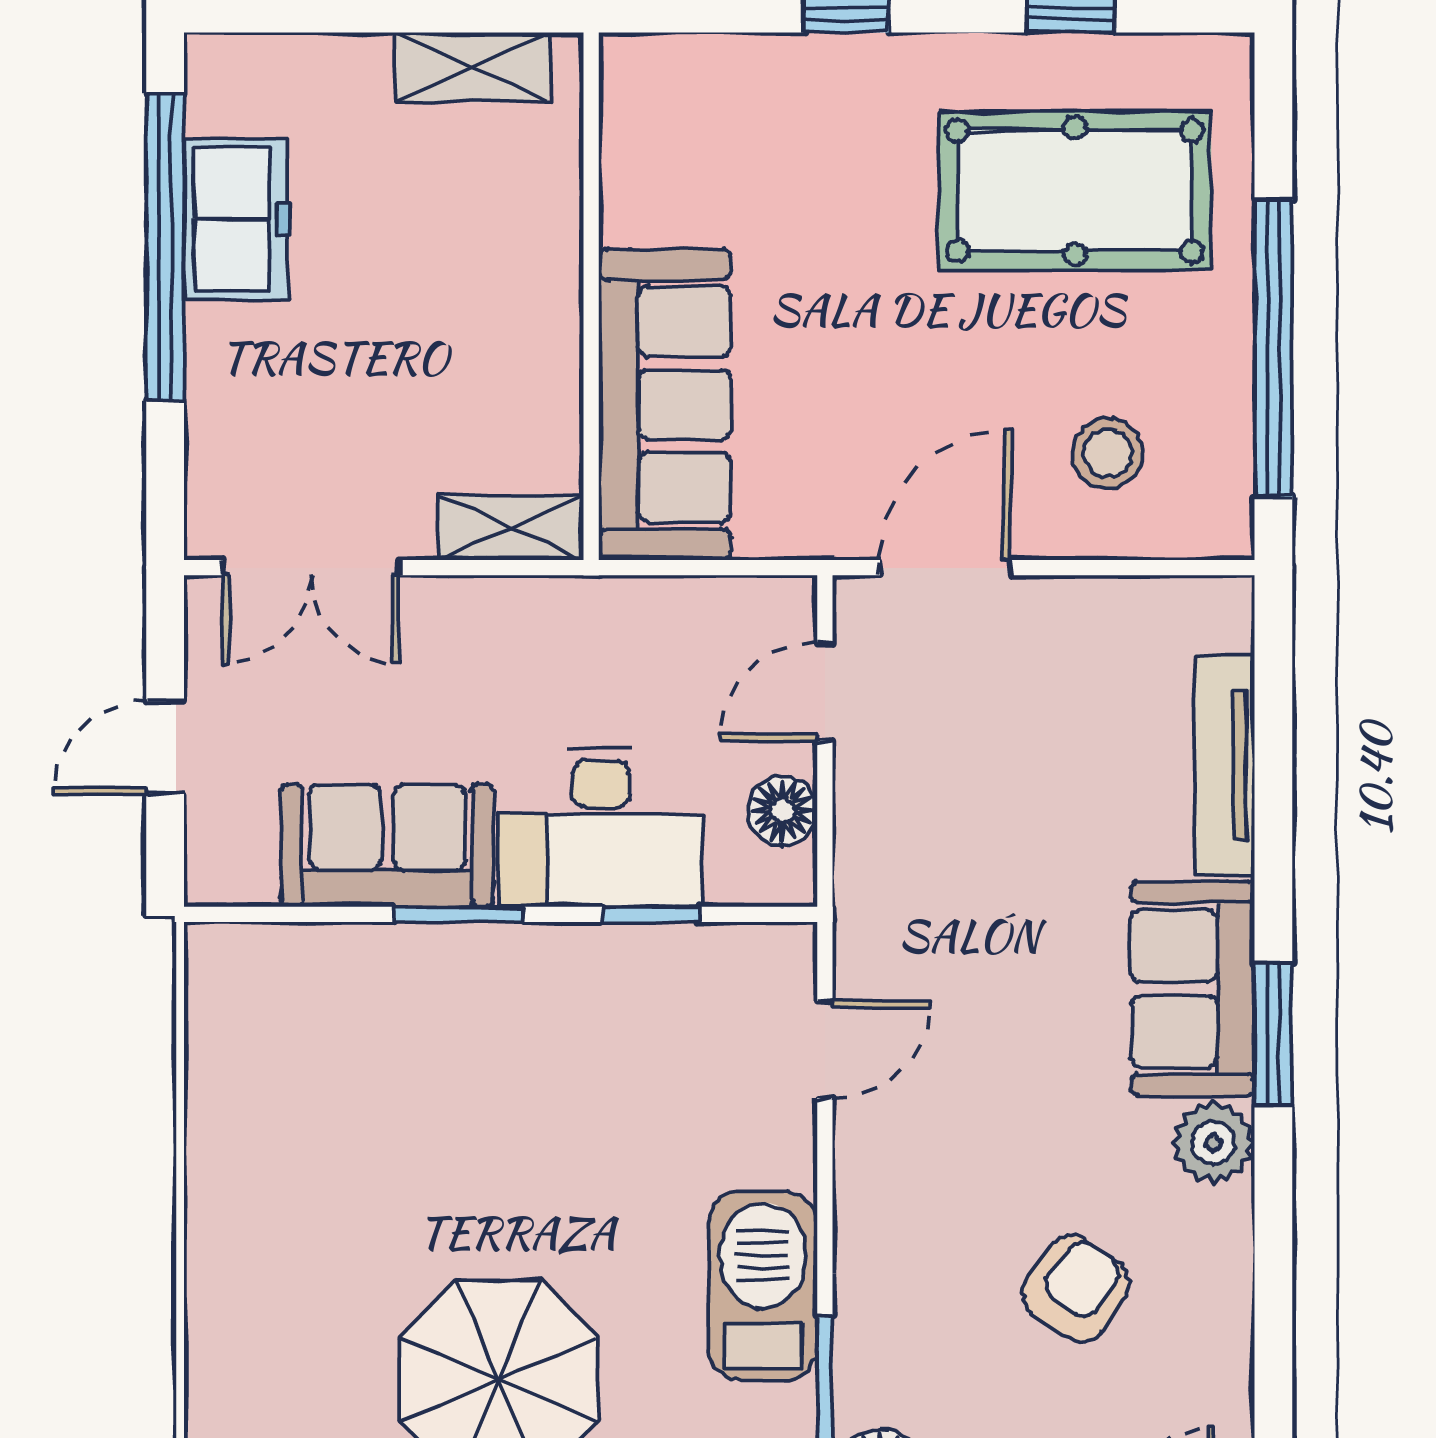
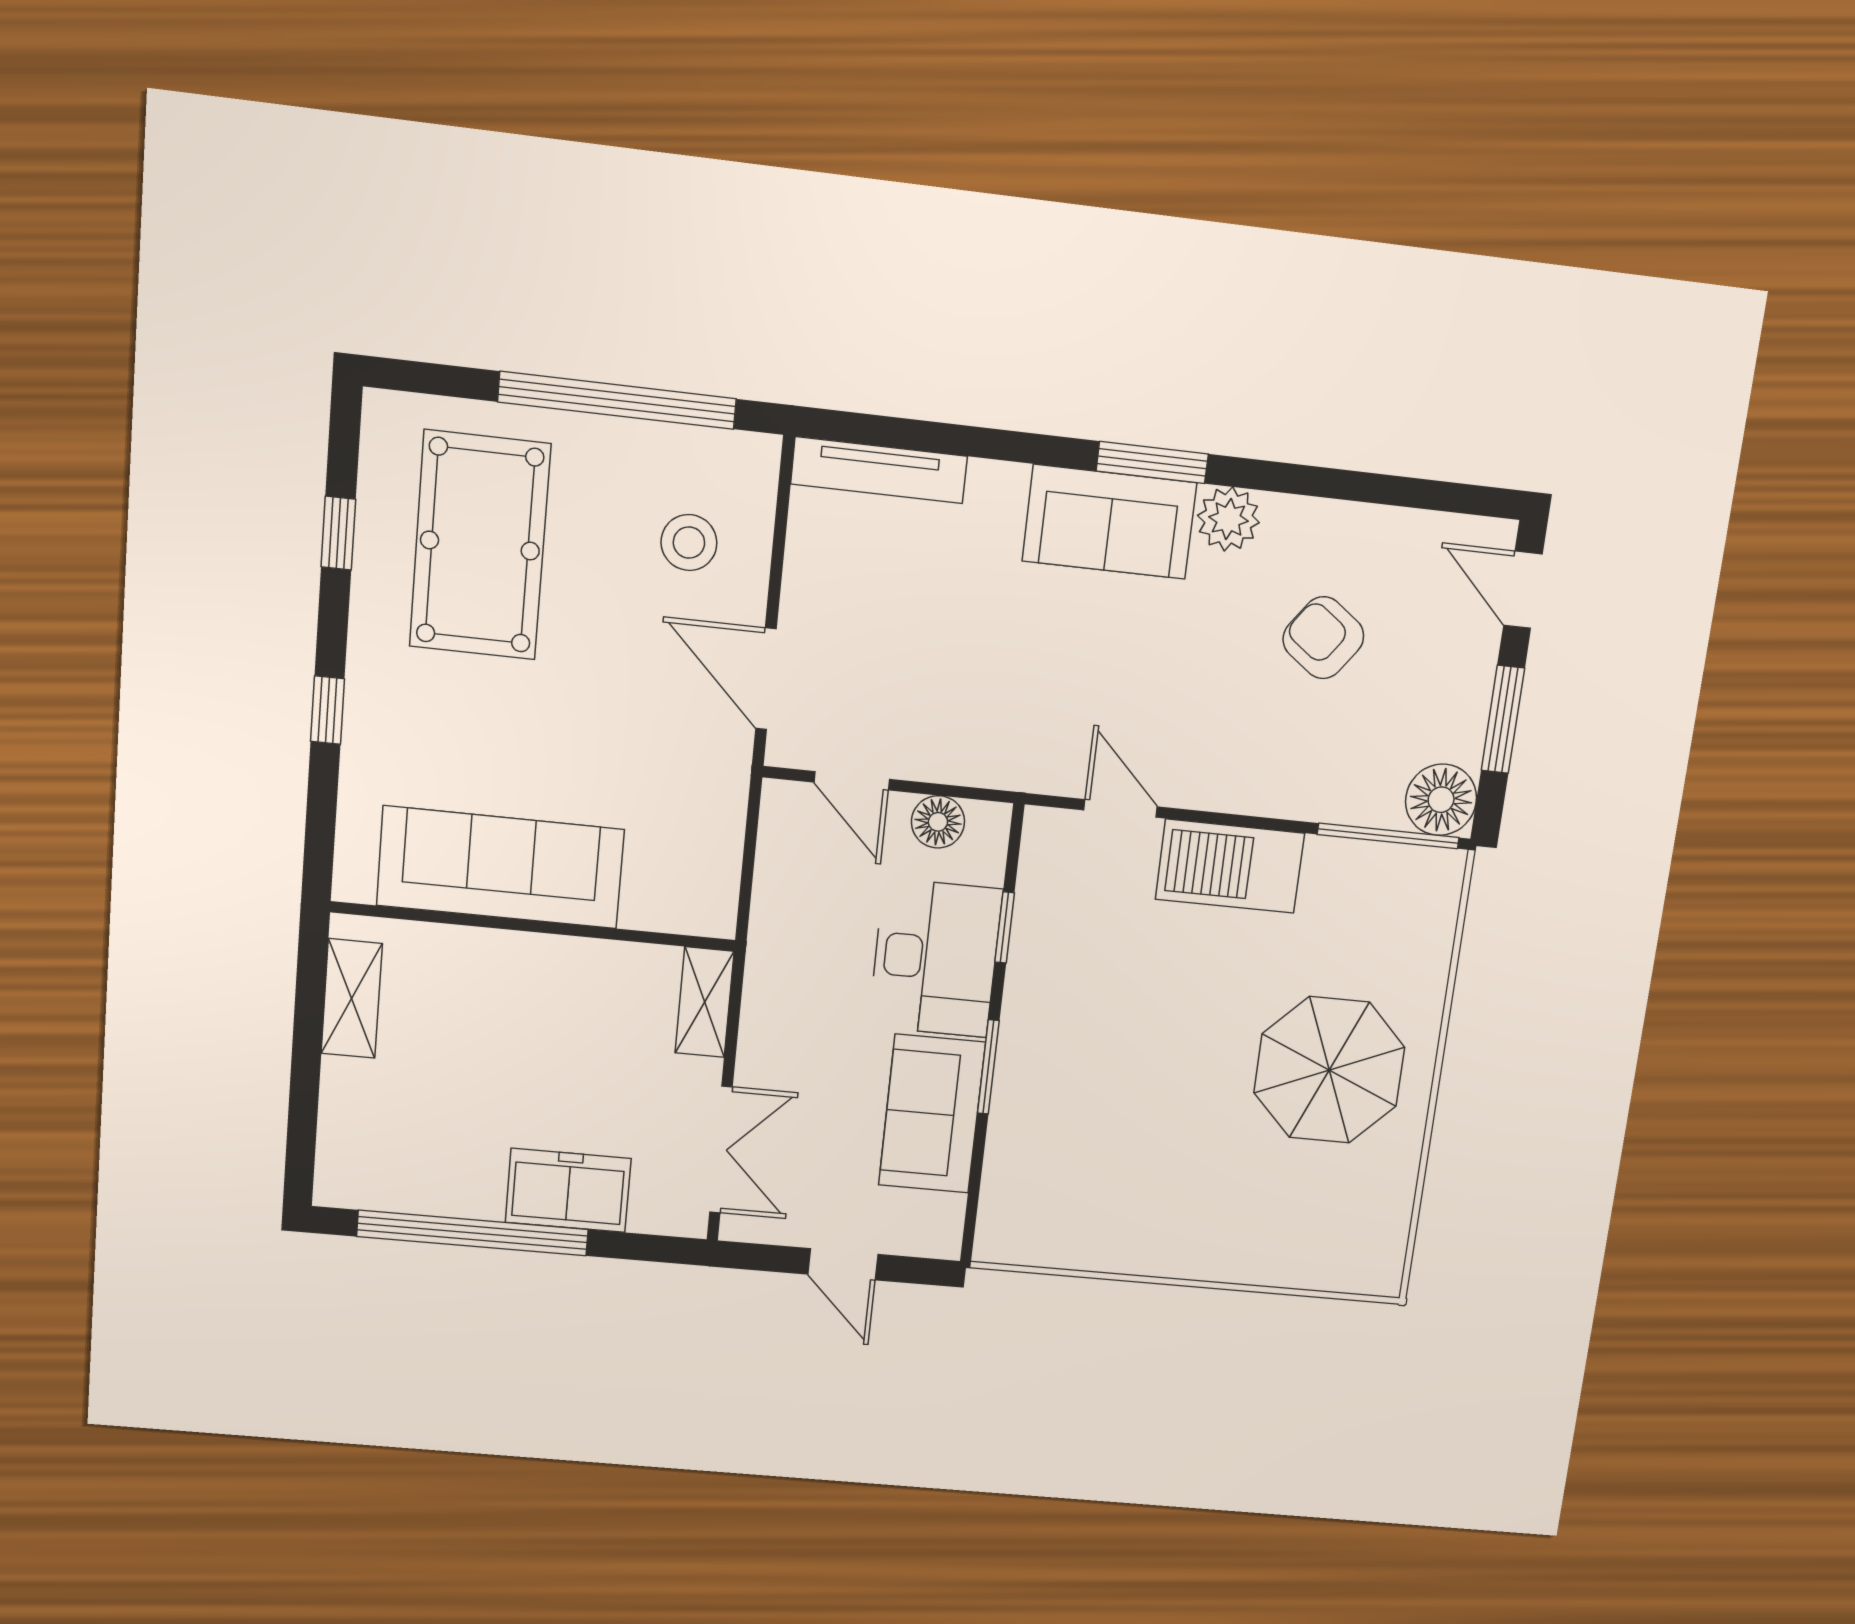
freezer: (236, 219) -> (568, 1190), moved
sofa: (665, 404) -> (501, 867), moved
tv unit: (1225, 765) -> (879, 470), moved
barbecue: (763, 1285) -> (1230, 866), moved

